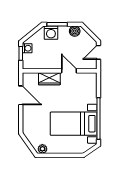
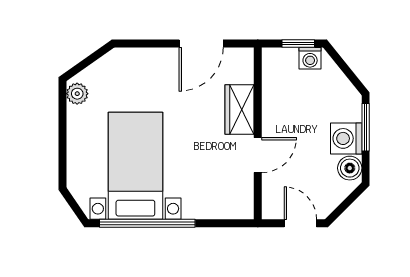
washing machine: (51, 33) -> (346, 138), moved

